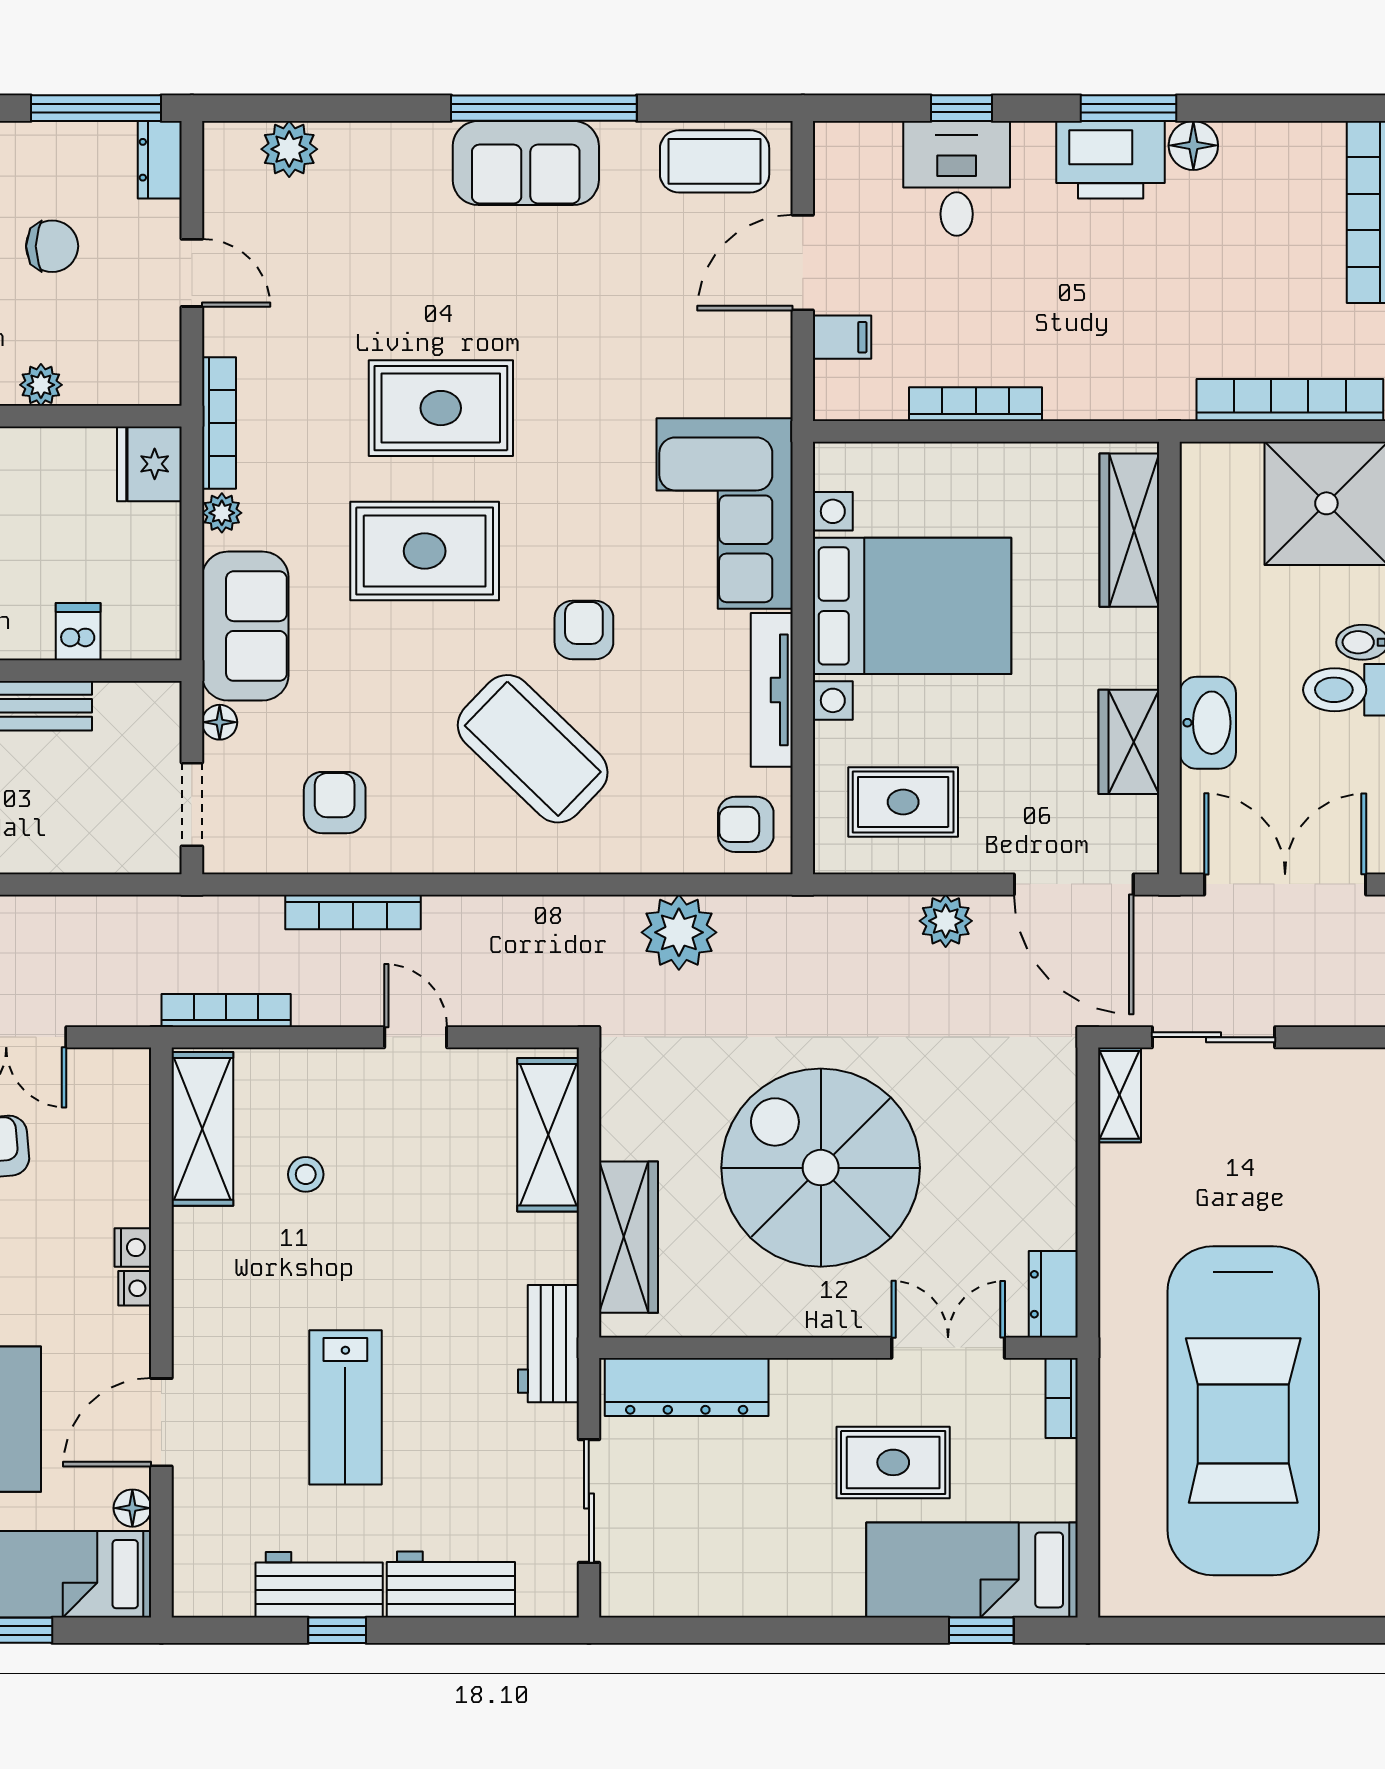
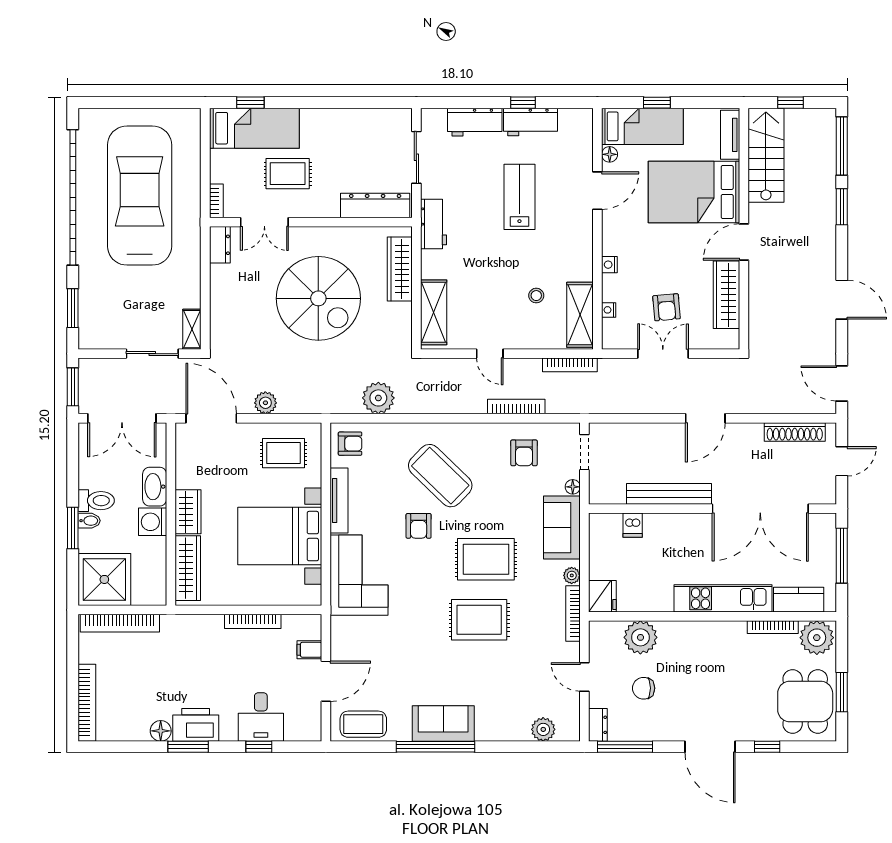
plant: (41, 385) -> (640, 637), width x1.88, depth x1.88
washing machine: (1212, 640) -> (153, 522), added
wardrobe: (1129, 742) -> (188, 512), moved
nightstand: (135, 1288) -> (609, 310), moved

